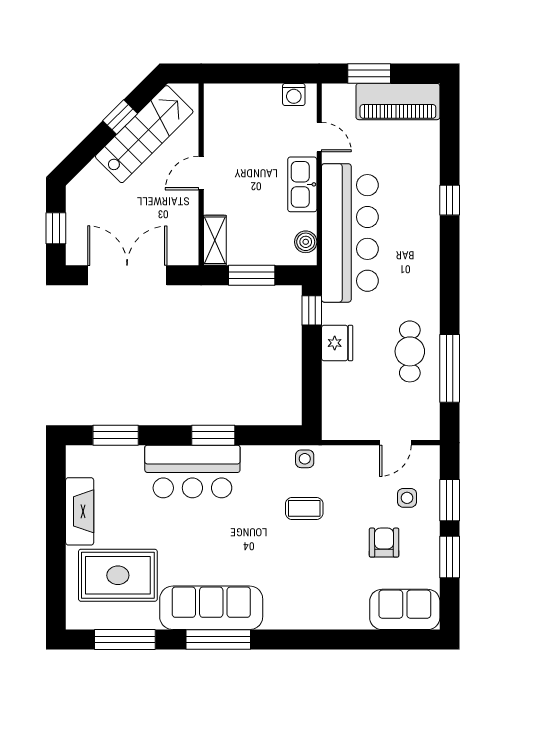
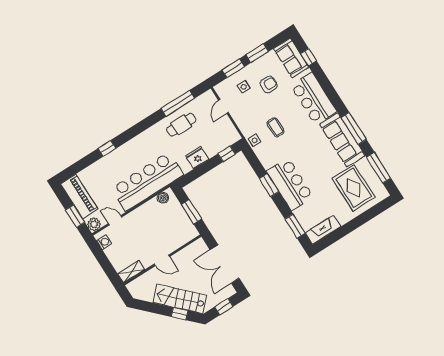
plant: (335, 97) -> (94, 224), added
window: (120, 117) -> (180, 314), moved
stairs: (144, 134) -> (180, 299), moved
door: (319, 137) -> (115, 220), hinge flipped
kitchen sink: (302, 184) -> (140, 215), removed
shelving: (215, 240) -> (131, 272), moved
window: (312, 310) -> (227, 154), moved
door: (395, 443) -> (223, 106), swing flipped
fireplace: (80, 511) -> (323, 230), moved
armchair: (384, 543) -> (269, 85), turned 180
bar counter: (312, 604) -> (314, 99), added
window: (387, 640) -> (309, 57), added

